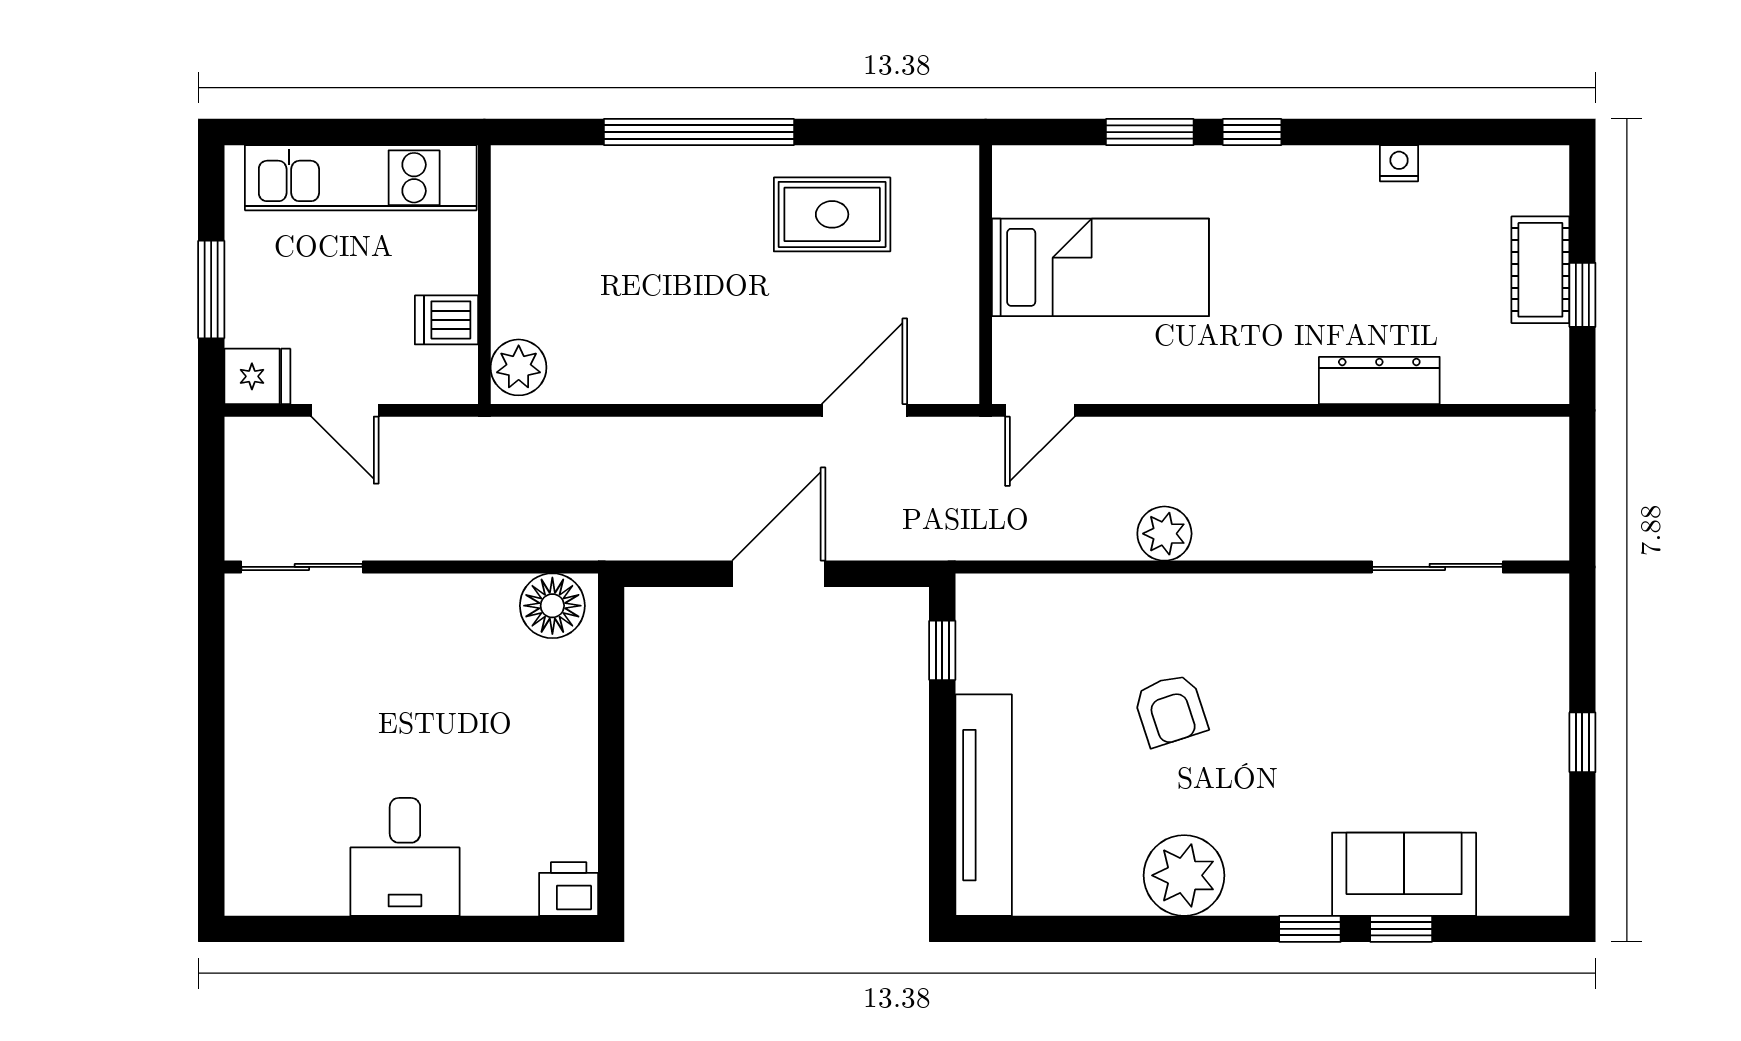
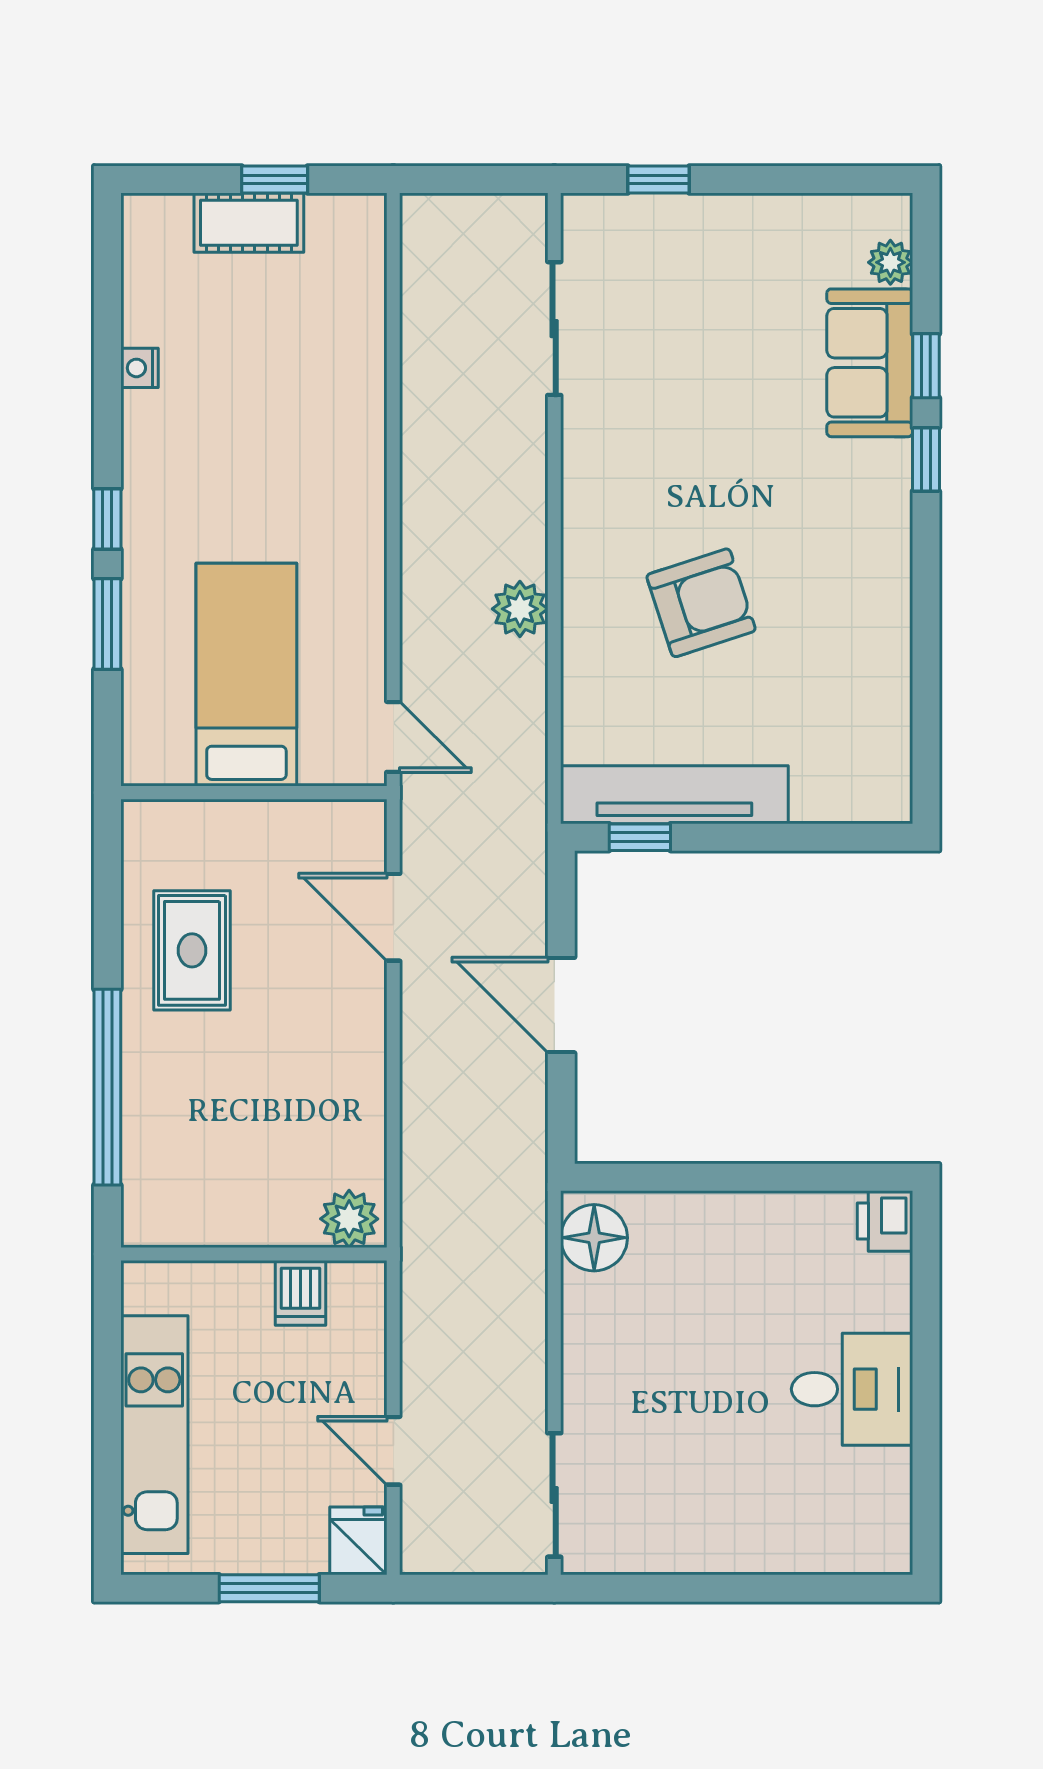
wall: (484, 275) -> (254, 1254), moved
dishwasher: (446, 320) -> (300, 1293), moved
plant: (519, 367) -> (349, 1219), moved
dresser: (1379, 380) -> (363, 388), removed
door: (345, 410) -> (393, 1451), swing flipped
armchair: (1170, 710) -> (701, 603), width x1.38, depth x1.38
window: (1582, 742) -> (659, 180), moved
tv unit: (984, 805) -> (674, 795), moved
plant: (1184, 875) -> (890, 262), moved, width x0.53, depth x0.53

